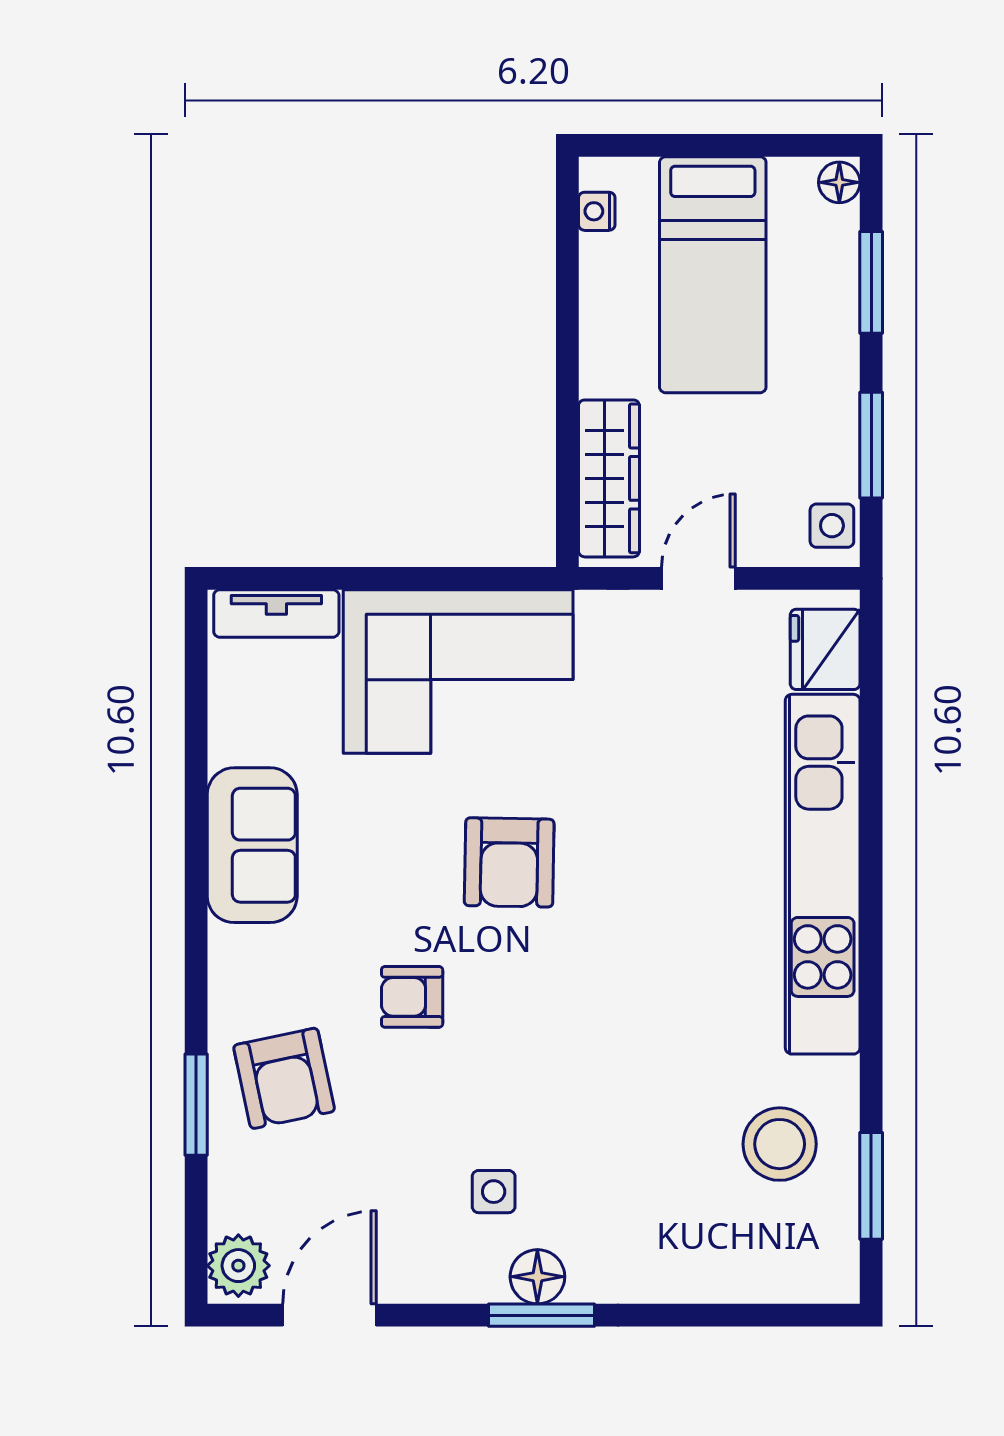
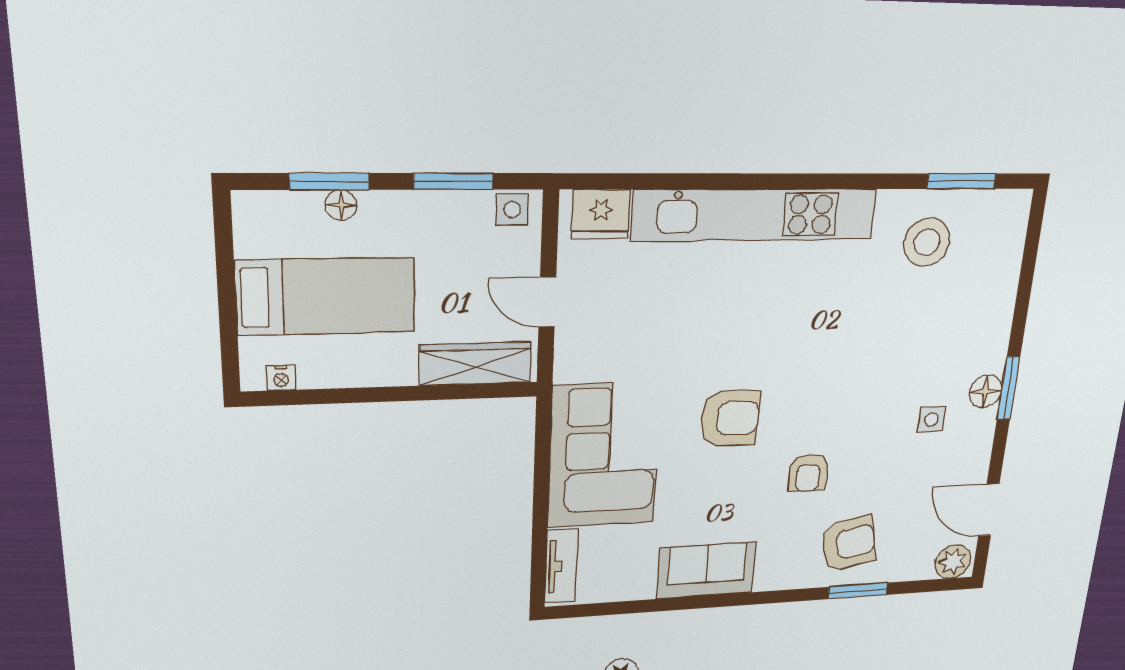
floor lamp: (839, 182) -> (341, 205), moved

